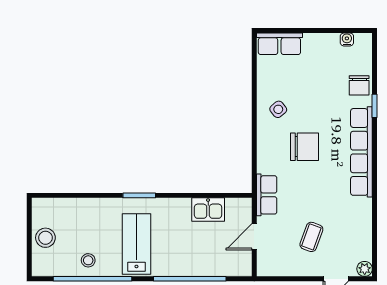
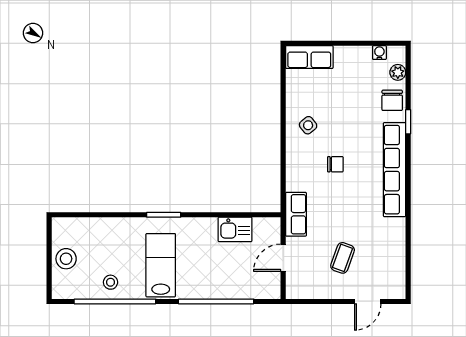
chair: (304, 147) -> (335, 164), width x0.54, depth x0.54
plant: (365, 269) -> (398, 72), moved

